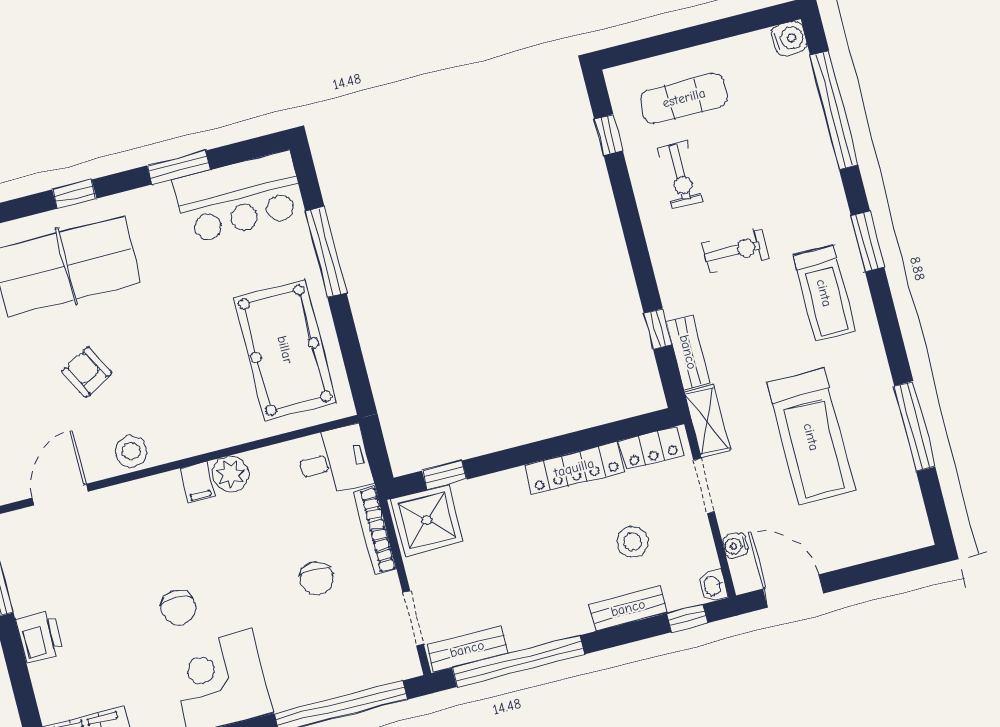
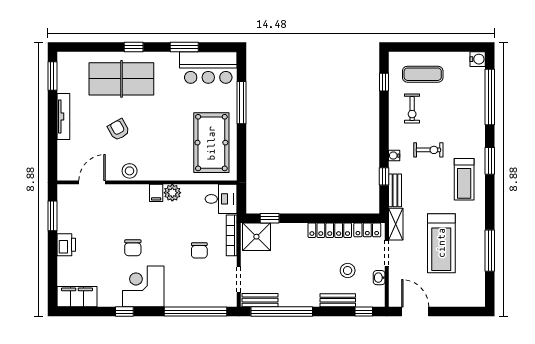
water cooler: (735, 546) -> (394, 156), moved
washbasin: (713, 586) -> (379, 278), moved

